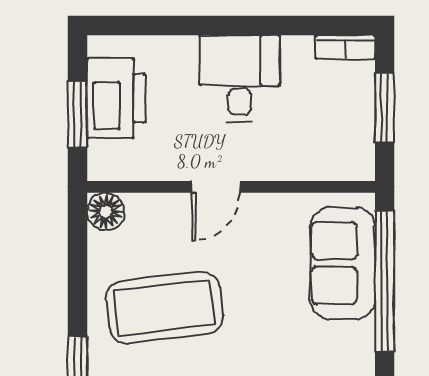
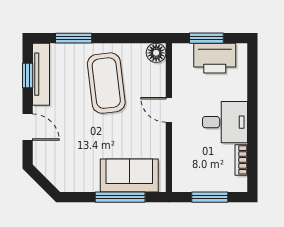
bookcase: (345, 47) -> (241, 160), moved
window: (385, 281) -> (120, 197), width x0.68

